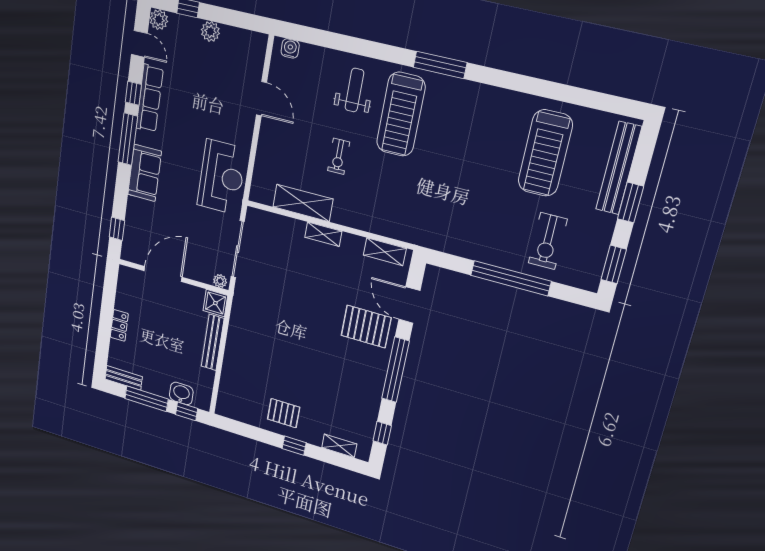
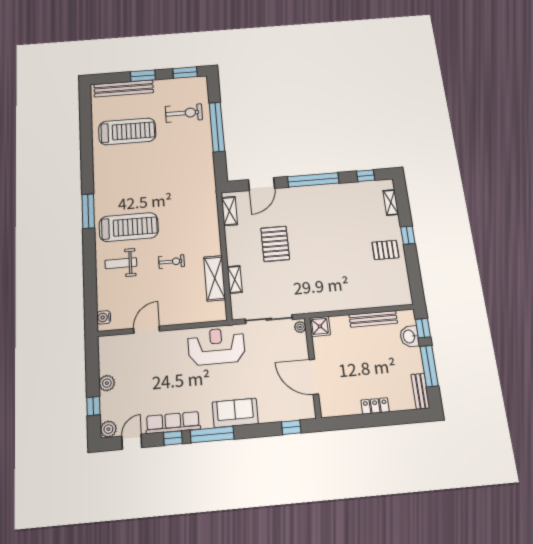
shelving: (323, 234) -> (235, 279), moved
pallet: (366, 327) -> (275, 244), moved
bench: (213, 342) -> (373, 319), moved
pallet: (284, 413) -> (385, 250), turned 90

